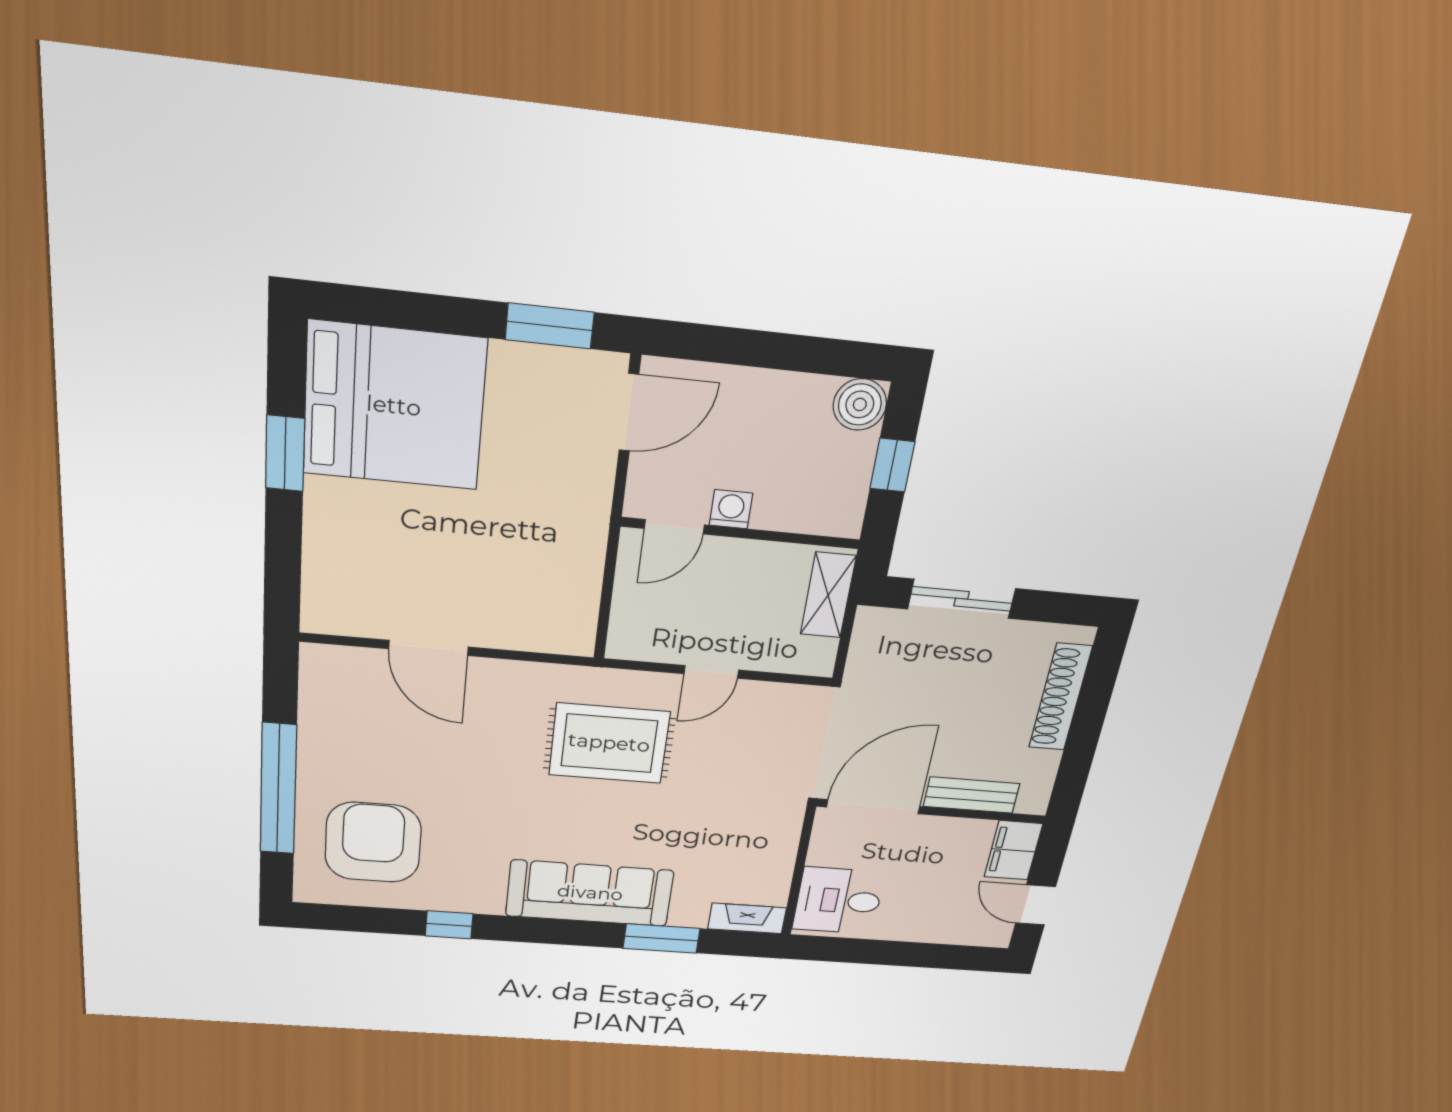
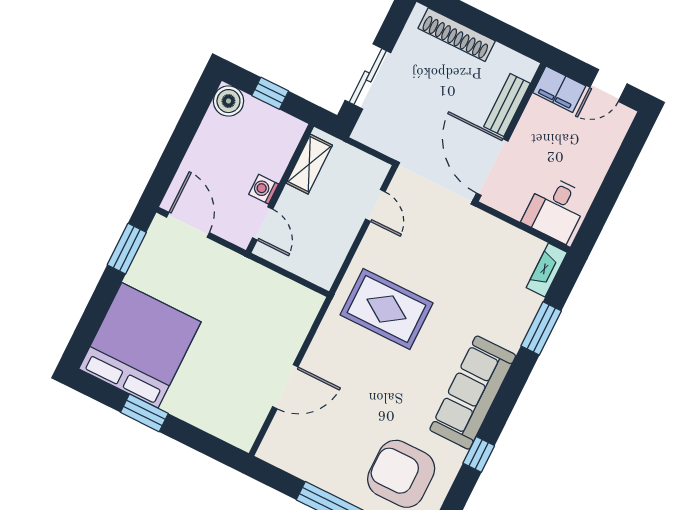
shelving: (828, 595) -> (309, 164), moved, turned 90
door: (711, 672) -> (375, 205), moved
rug: (609, 743) -> (386, 309), turned 90
sofa: (590, 893) -> (473, 393), moved

